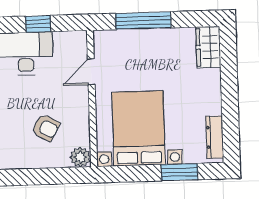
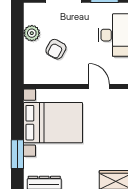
plant: (80, 157) -> (32, 33), moved

